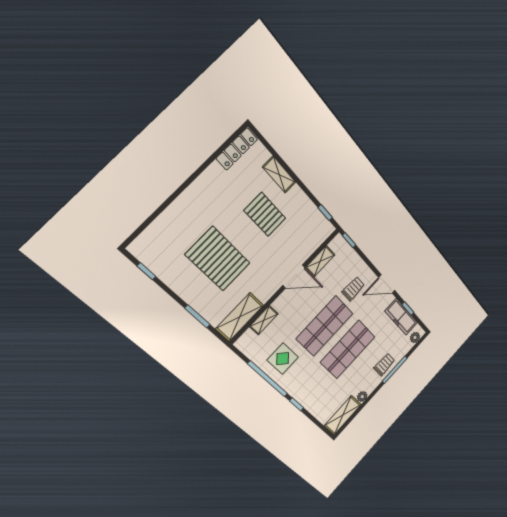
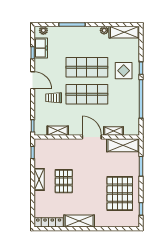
shelving: (279, 175) -> (39, 179), moved
shelving: (204, 185) -> (79, 221), added
pallet: (218, 259) -> (120, 193), moved
door: (294, 276) -> (92, 137), moved
freezer: (401, 317) -> (41, 48), width x0.71
display table: (283, 359) -> (124, 71), moved
trolley: (384, 365) -> (75, 35), removed

